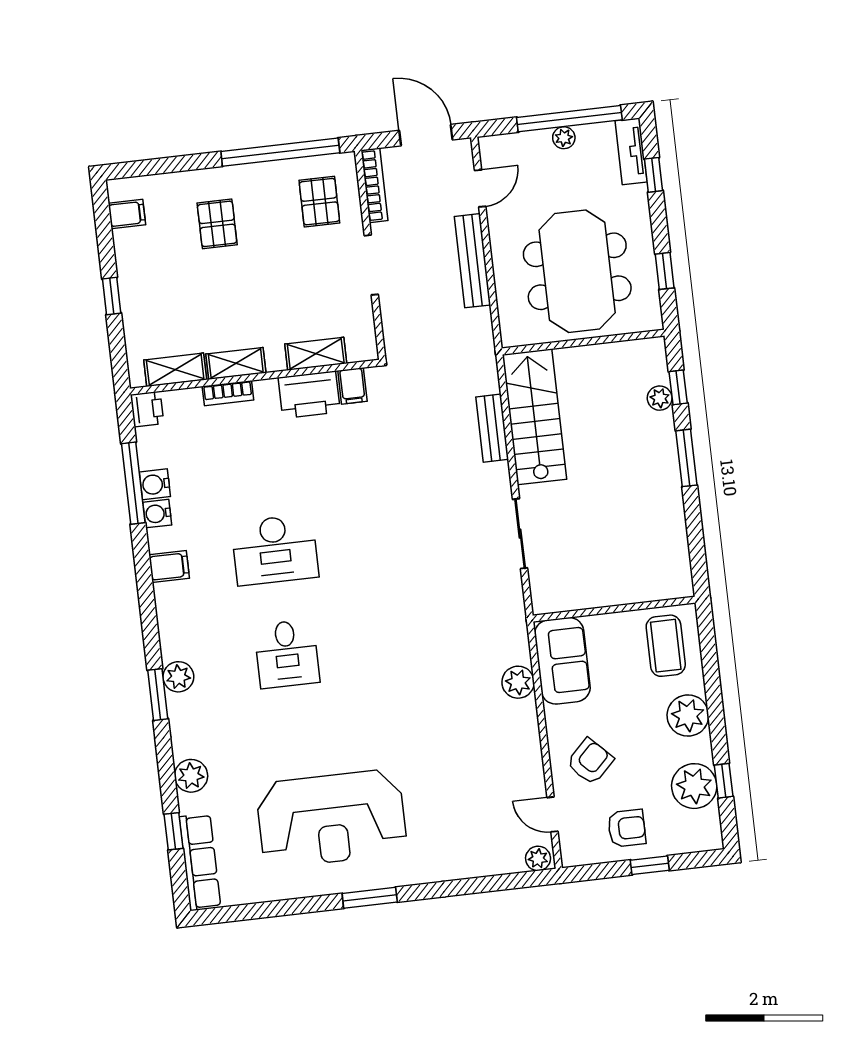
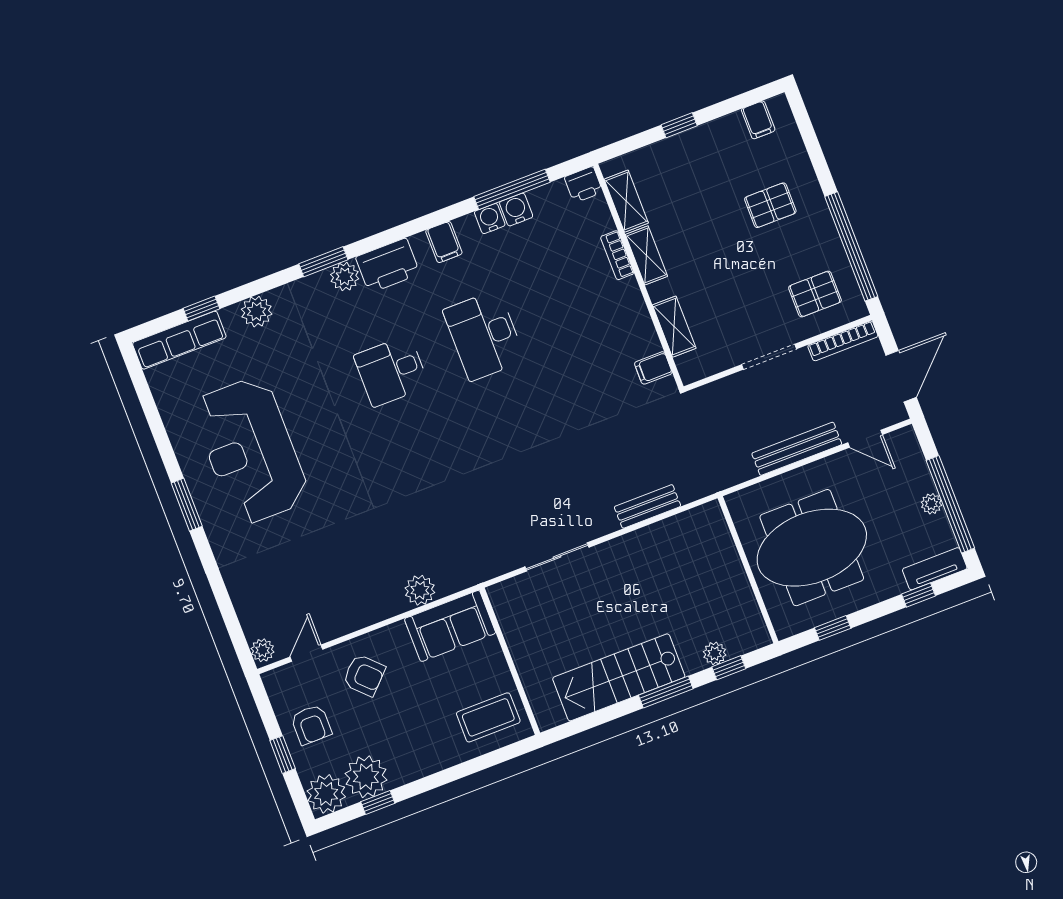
printer: (309, 395) -> (388, 266), moved, turned -90
stairs: (534, 417) -> (619, 677), moved, turned 180
plant: (688, 716) -> (326, 794), moved

